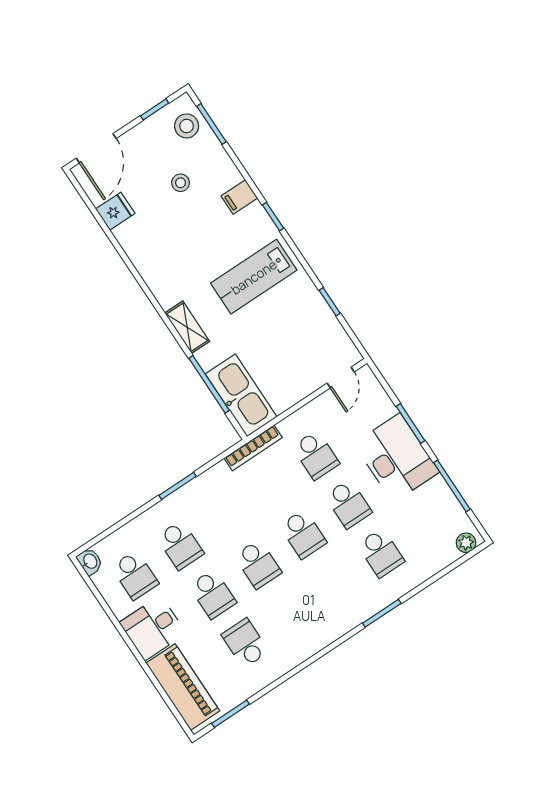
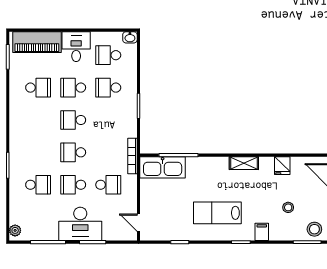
fridge: (115, 211) -> (282, 166), moved
lab bench: (254, 277) -> (217, 213), turned -90
shelving: (187, 327) -> (244, 163), moved
school desk: (316, 455) -> (108, 185), turned 180
school desk: (381, 553) -> (38, 185), turned 180

